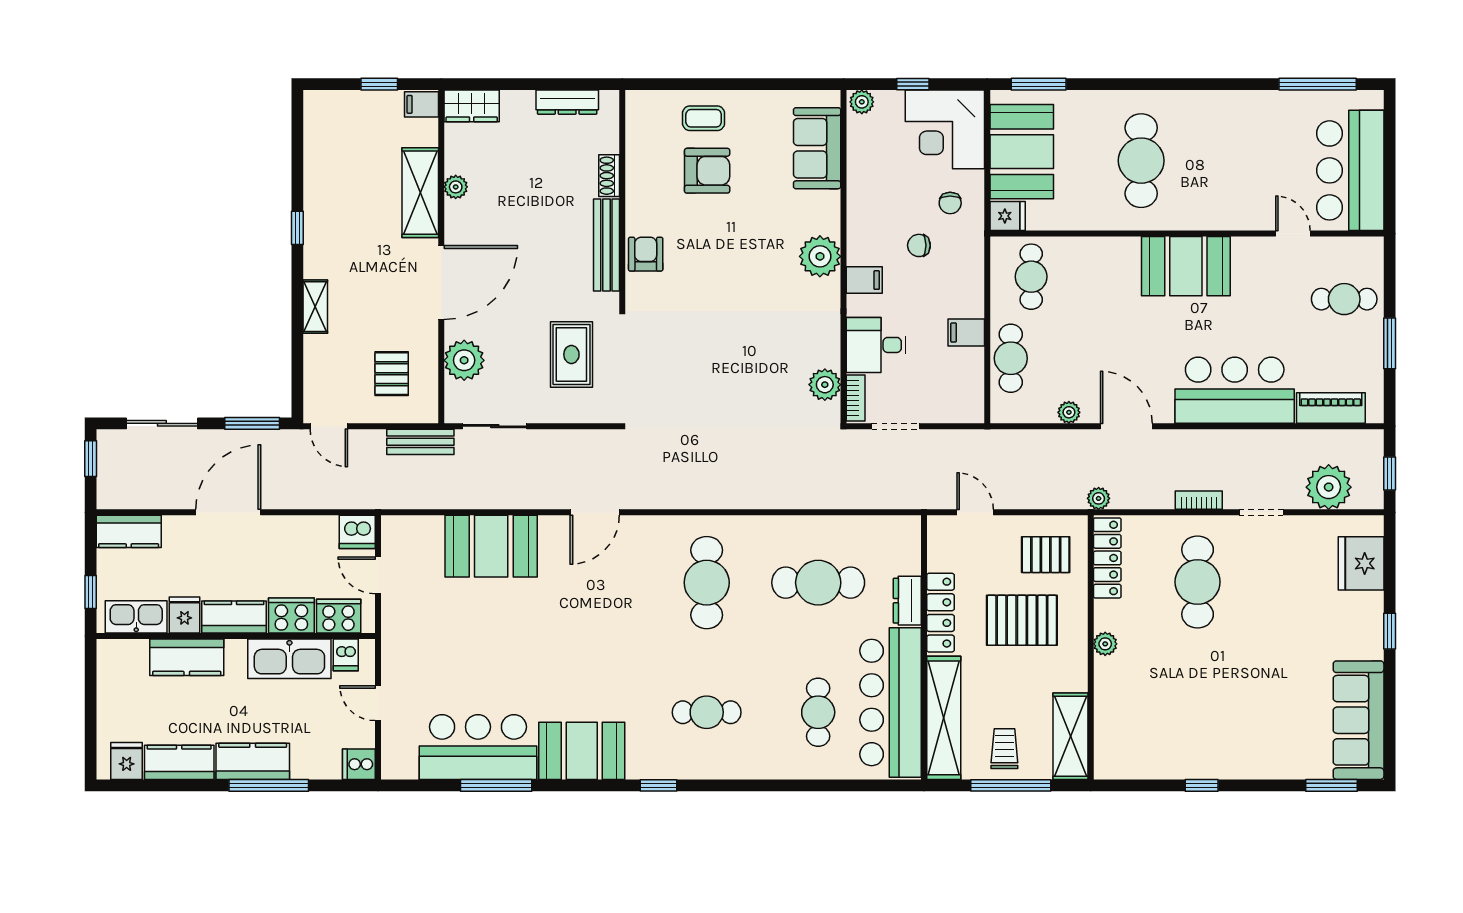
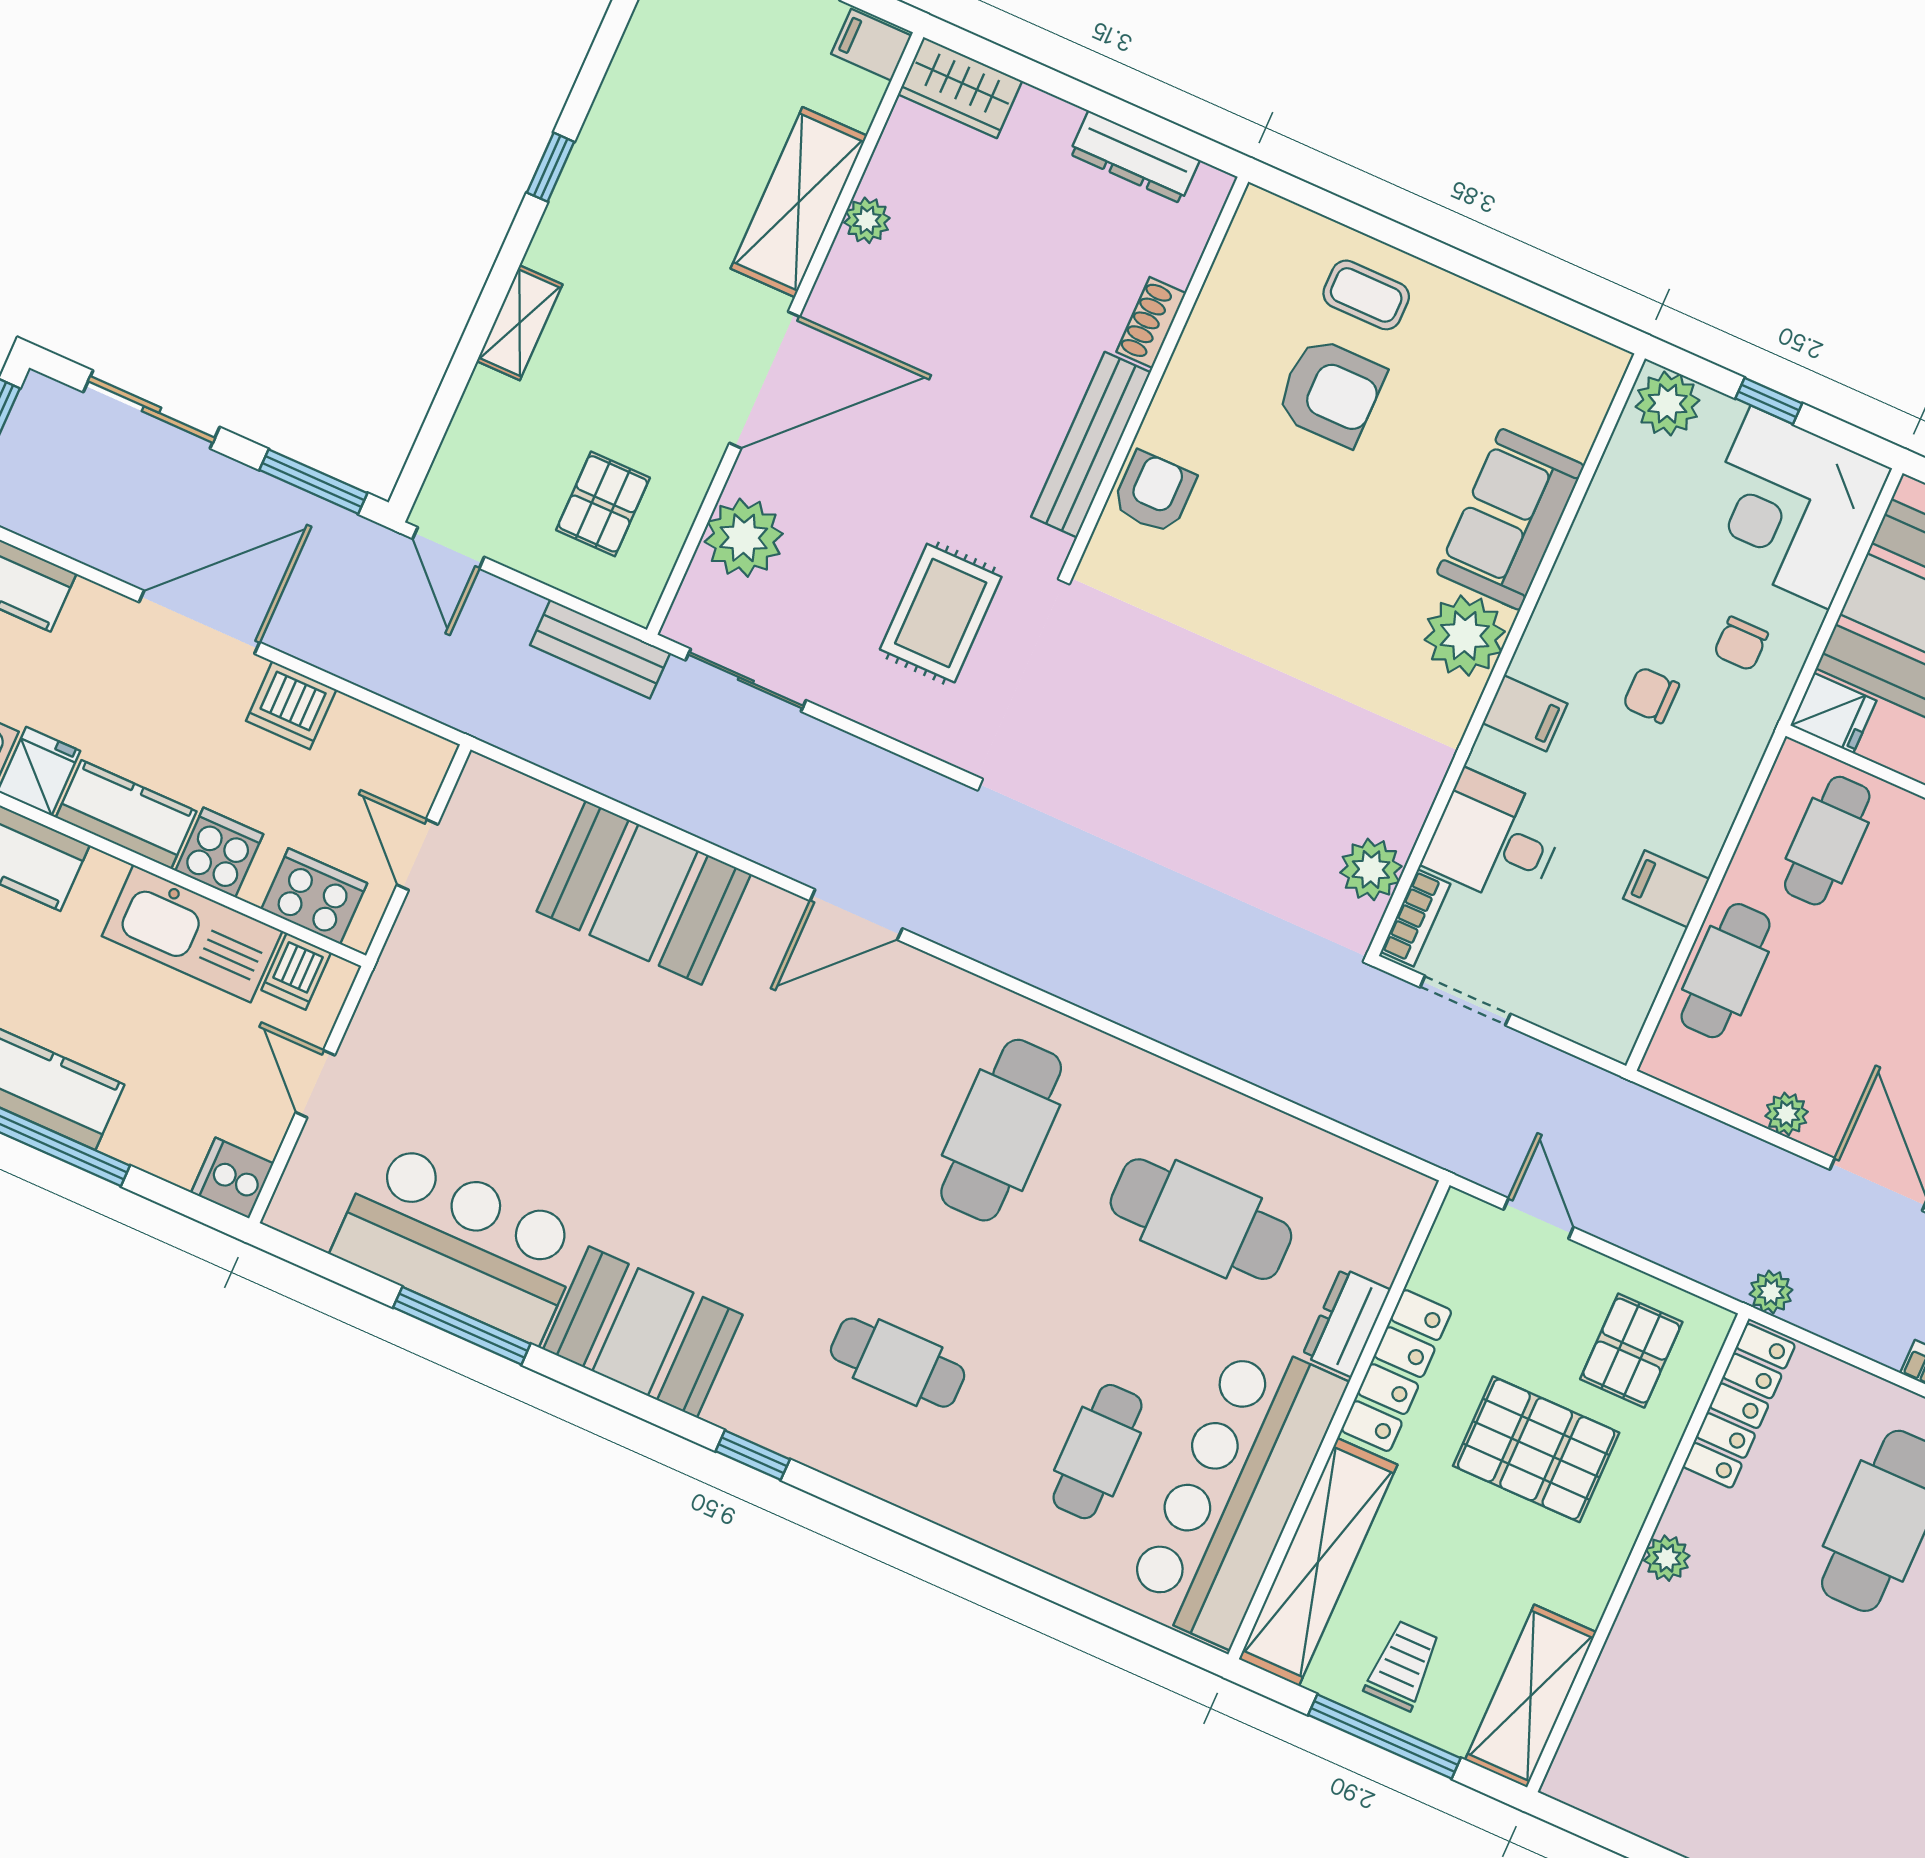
plant: (862, 102) -> (1668, 404), width x1.38, depth x1.38
sofa: (817, 148) -> (1510, 519), moved
dishwasher: (357, 532) -> (291, 705), moved
pallet: (1046, 555) -> (1631, 1351), turned 90
cooker: (291, 615) -> (219, 853), width x0.73

